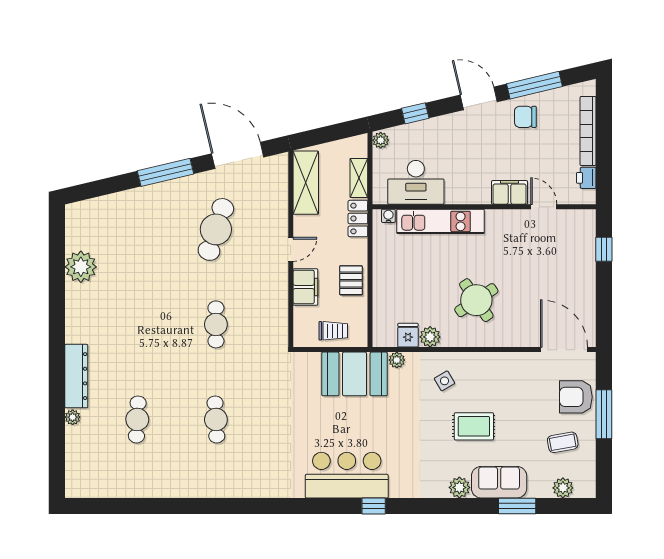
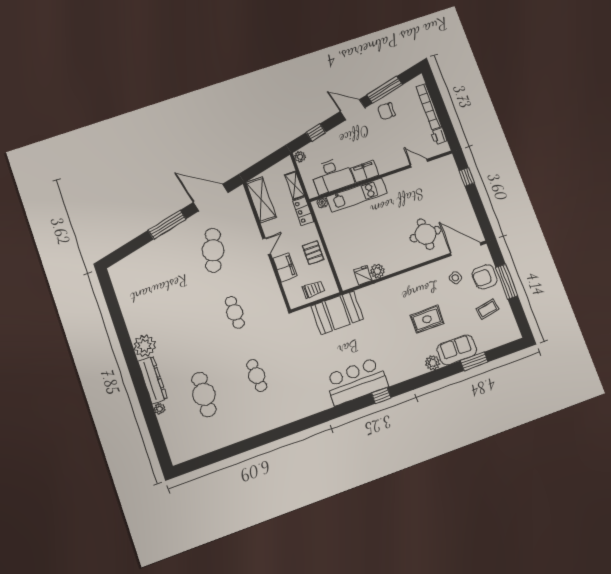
filing cabinet: (510, 192) -> (365, 172), moved
plant: (81, 267) -> (145, 346), moved
round table: (476, 300) -> (426, 234), moved, turned 34
plant: (397, 360) -> (361, 294), removed
side table: (444, 381) -> (455, 278), moved
cafe table: (137, 419) -> (204, 394), width x1.37, depth x1.35
plant: (563, 488) -> (499, 339), removed

